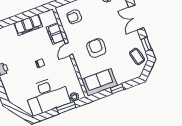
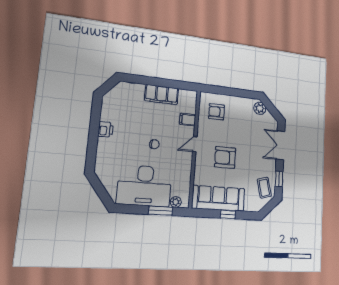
filing cabinet: (55, 34) -> (188, 120), width x0.50
armchair: (96, 48) -> (225, 157), turned -90
sofa: (99, 82) -> (218, 198), width x1.36

